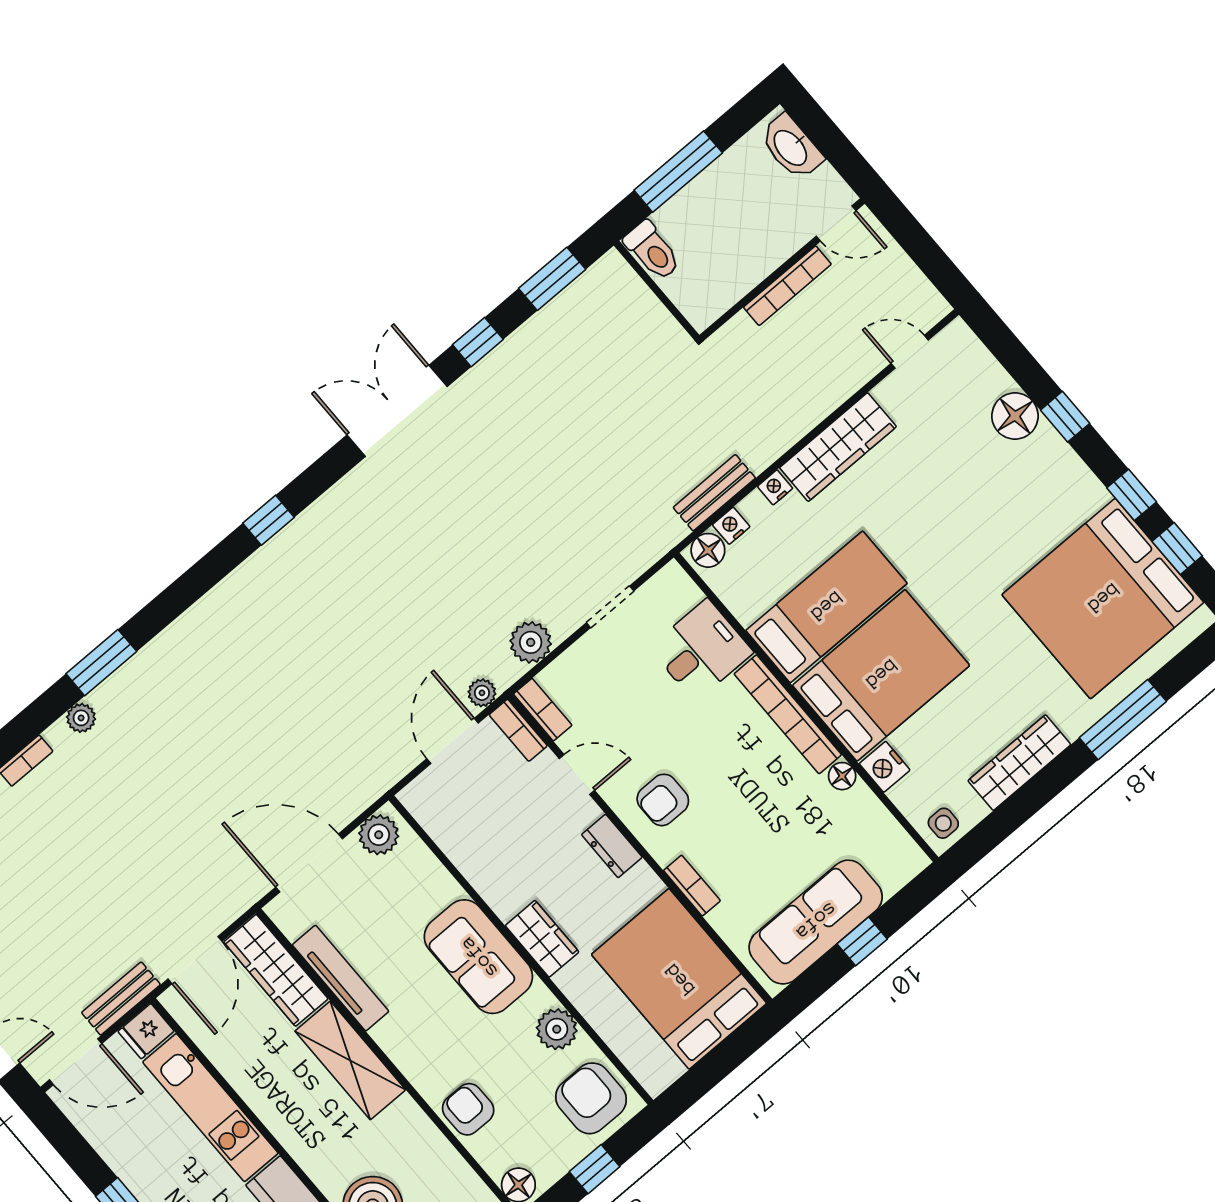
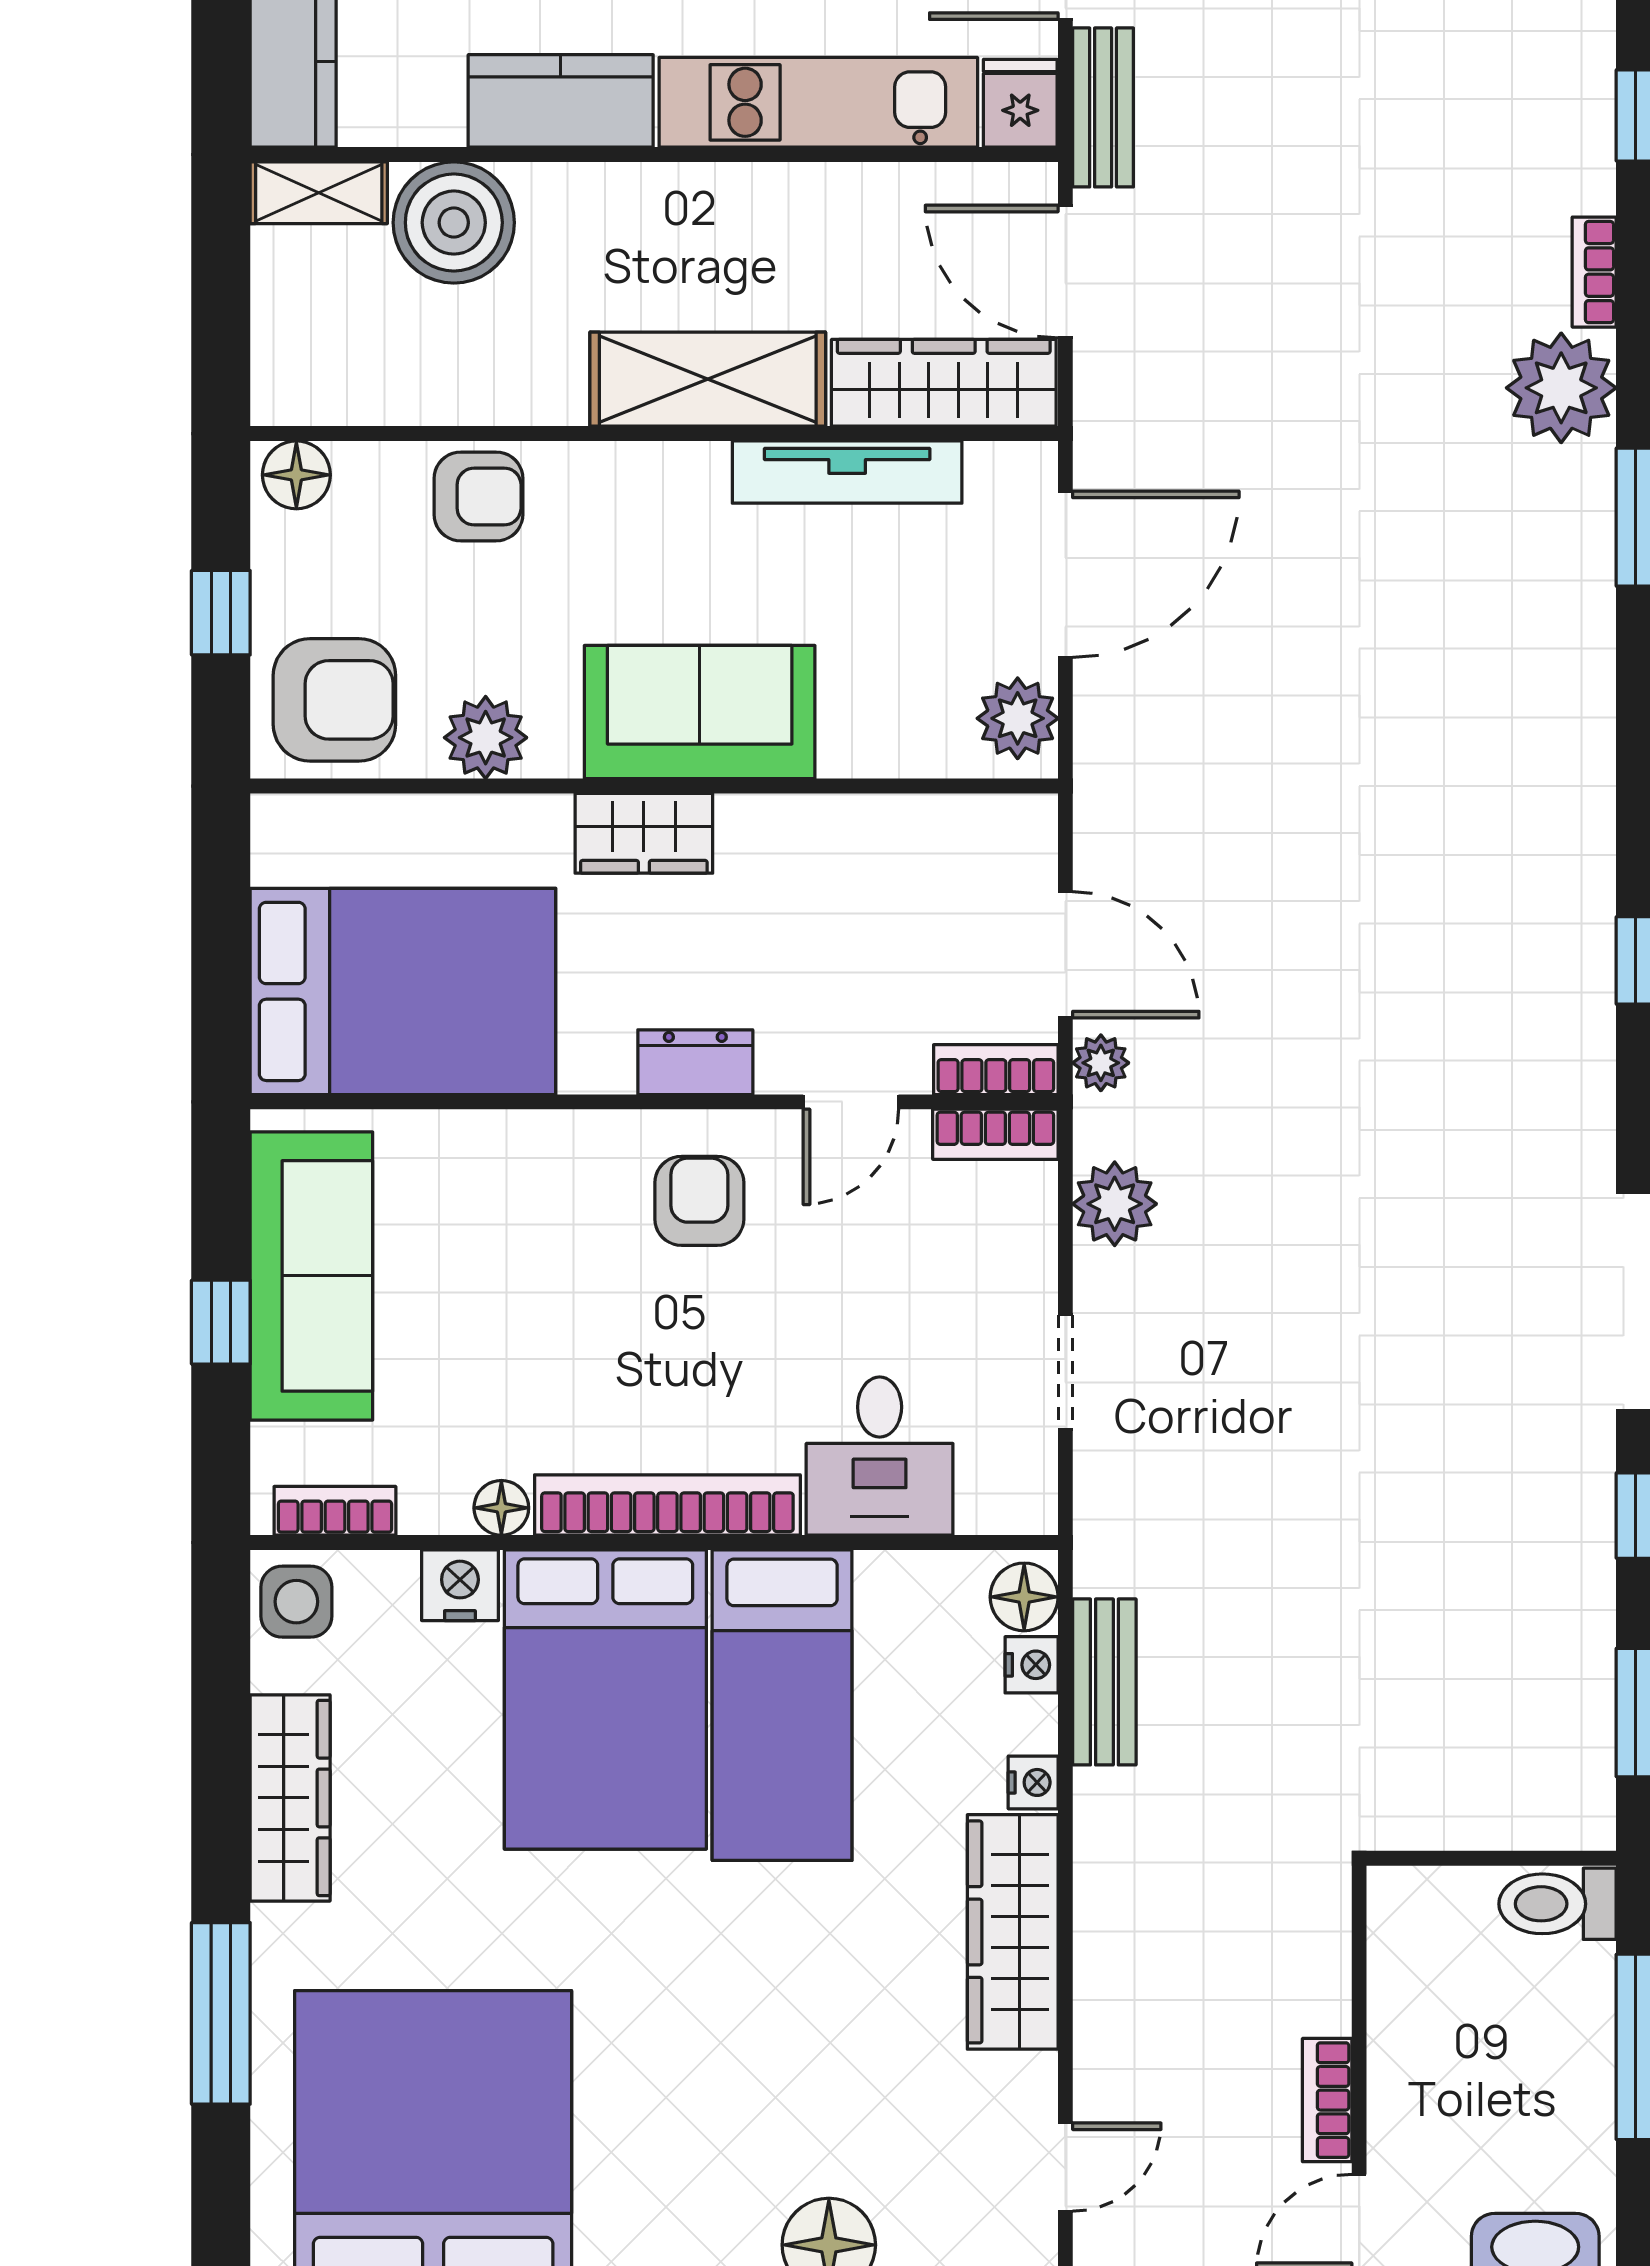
bookcase: (787, 286) -> (1327, 2100), width x0.64
plant: (81, 718) -> (1561, 388), width x1.88, depth x1.88
side table: (943, 823) -> (296, 1602), width x1.37, depth x1.37
bookcase: (692, 886) -> (335, 1511), moved, turned 180

